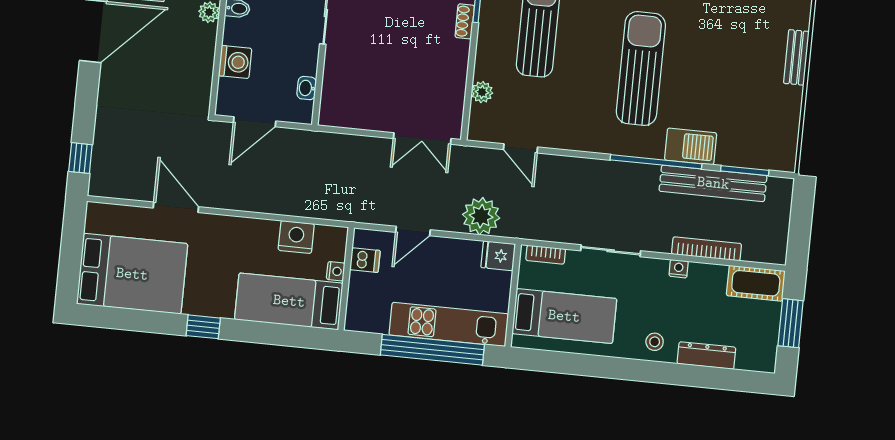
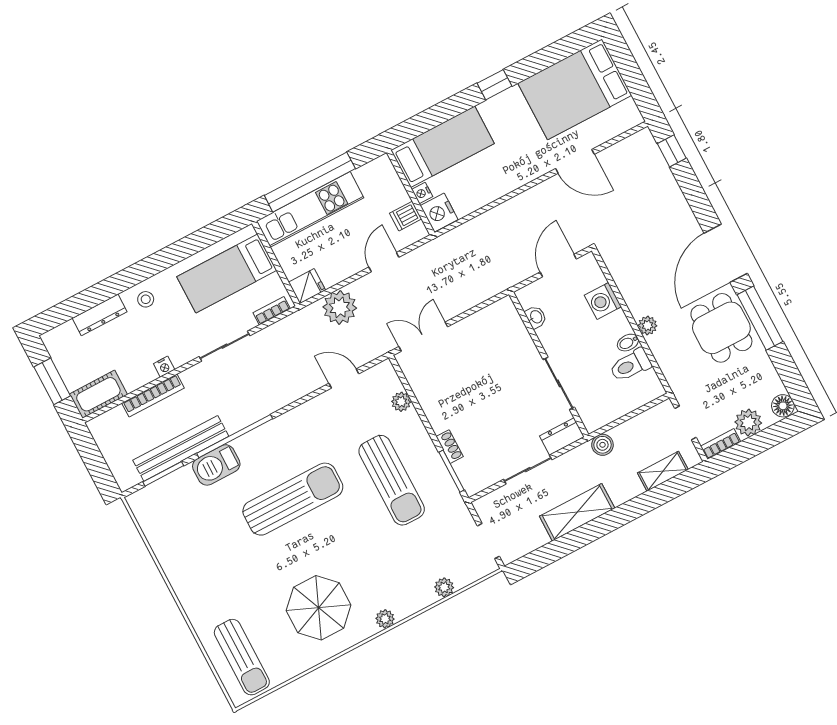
bench: (796, 57) -> (181, 585), removed
sun lounger: (641, 68) -> (293, 499), turned -90
nightstand: (296, 237) -> (439, 213), moved, turned 90

